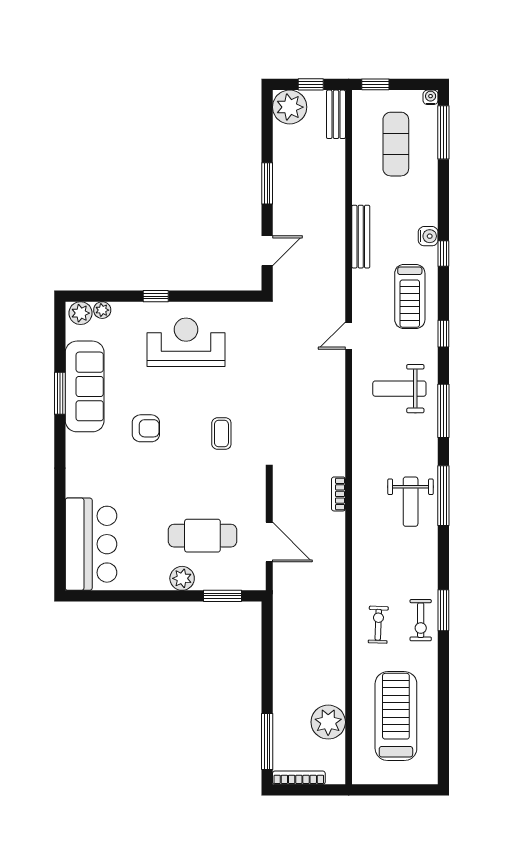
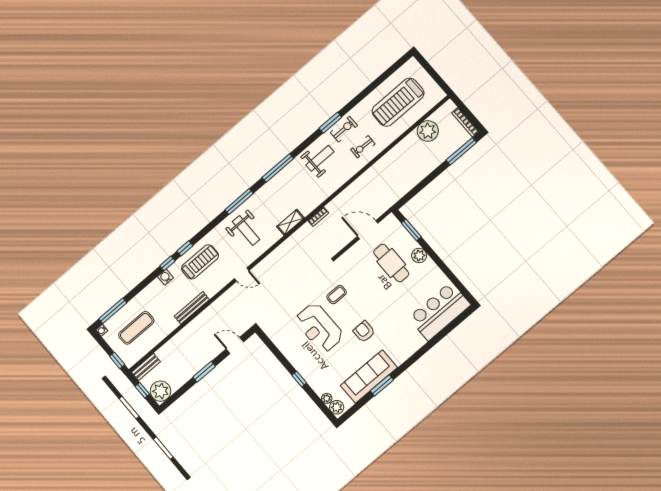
window: (443, 334) -> (185, 248), moved
reception desk: (186, 342) -> (319, 328), moved
shelving: (362, 453) -> (290, 222), added
weight bench: (411, 502) -> (320, 158), moved
door: (269, 542) -> (368, 230), hinge flipped

